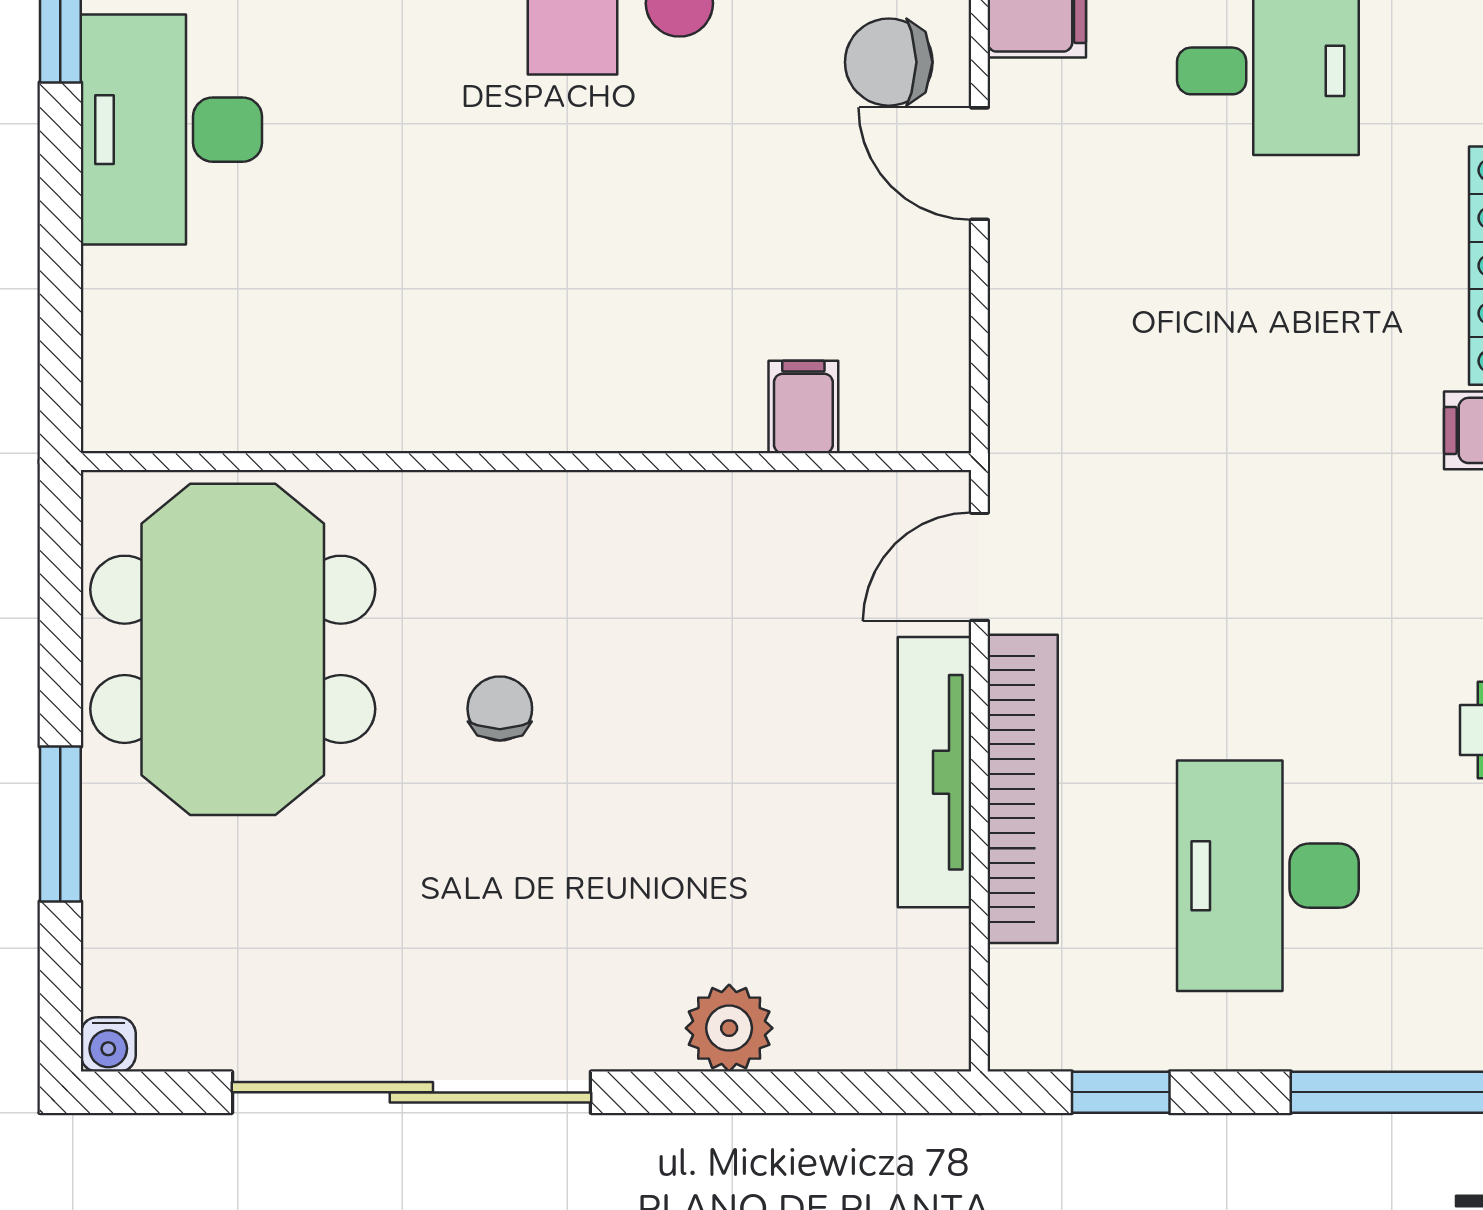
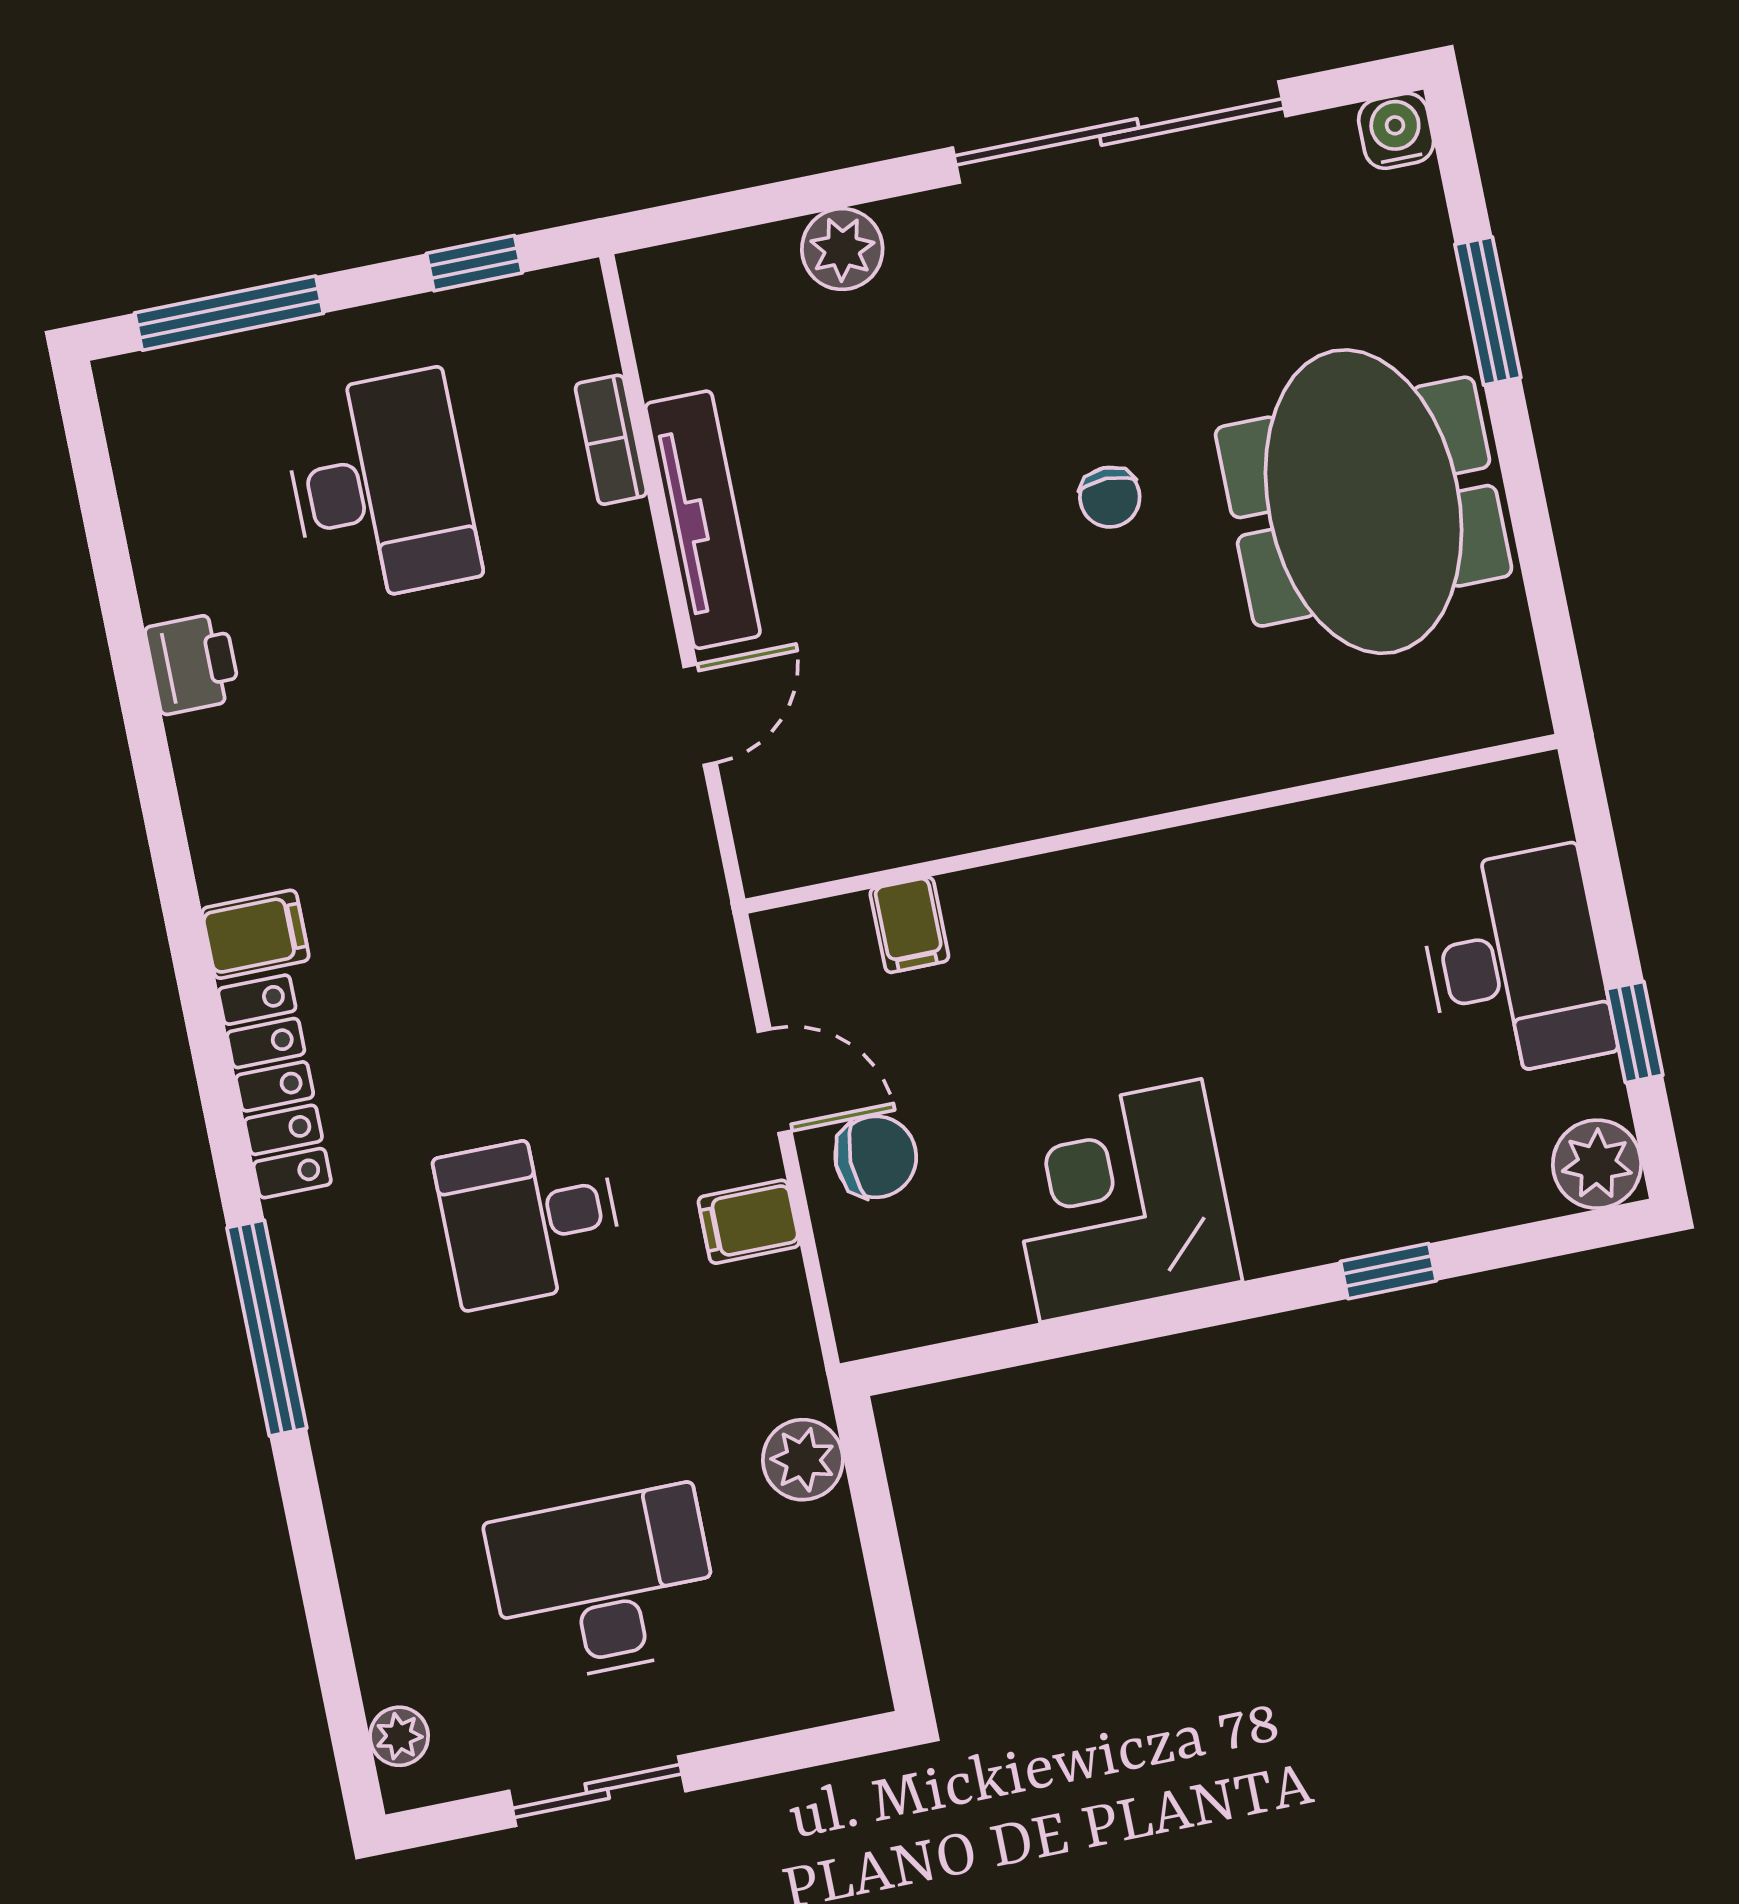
filing cabinet: (803, 407) -> (909, 925), moved
wall: (526, 462) -> (1151, 824), moved
bookcase: (1023, 789) -> (611, 440), width x0.43, depth x0.76
water cooler: (108, 1044) -> (1396, 131), width x1.38, depth x1.38

